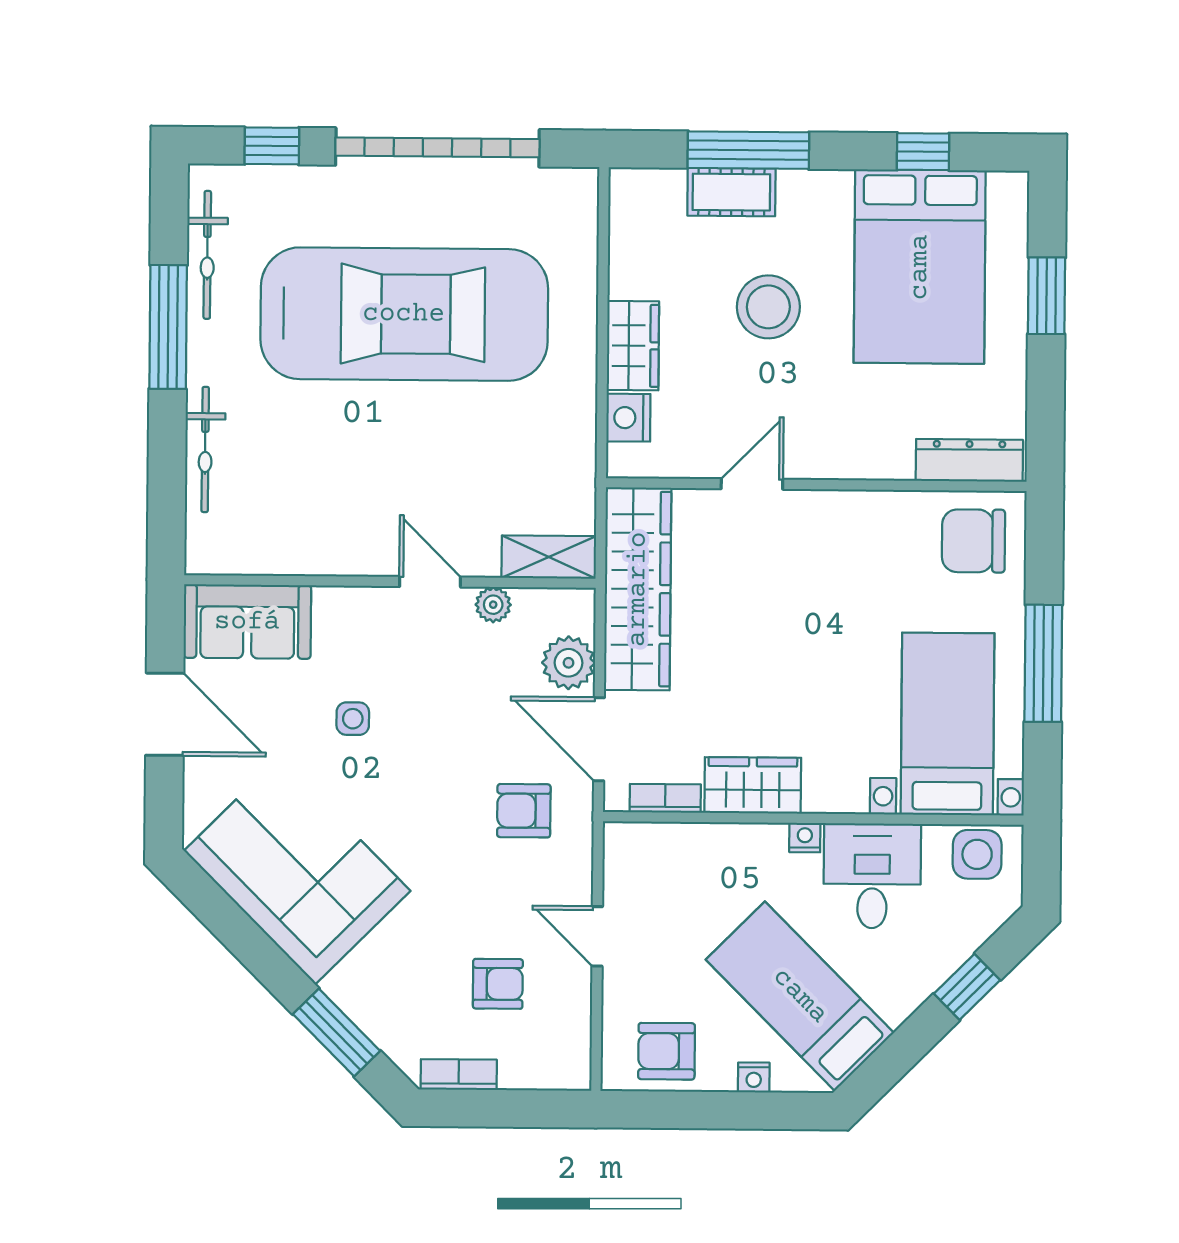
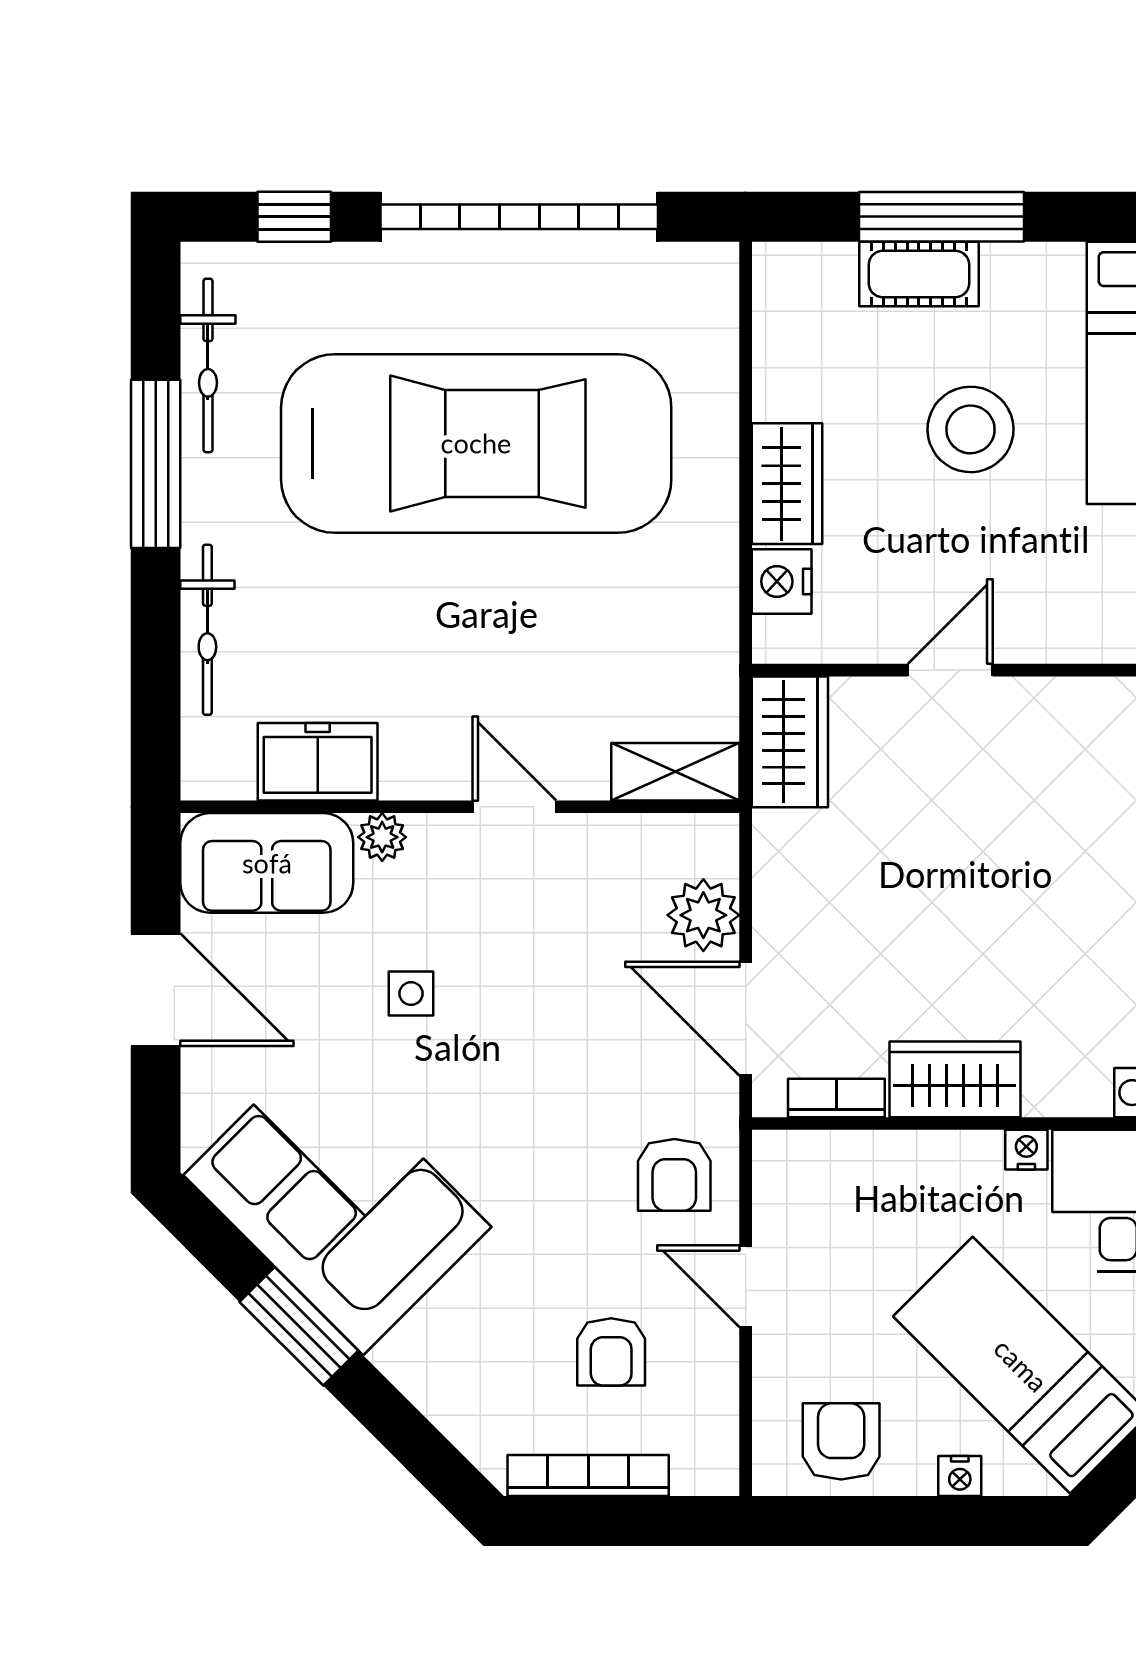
freezer: (285, 547) -> (318, 762), added
wardrobe: (638, 589) -> (790, 742), width x0.48, depth x0.85
plant: (493, 605) -> (382, 837), moved
armchair: (524, 811) -> (674, 1175), moved, turned -90
armchair: (498, 984) -> (611, 1352), turned 90
window: (337, 1033) -> (299, 1326), moved
armchair: (667, 1051) -> (841, 1441), turned 90
bookcase: (459, 1075) -> (588, 1476), width x1.56

